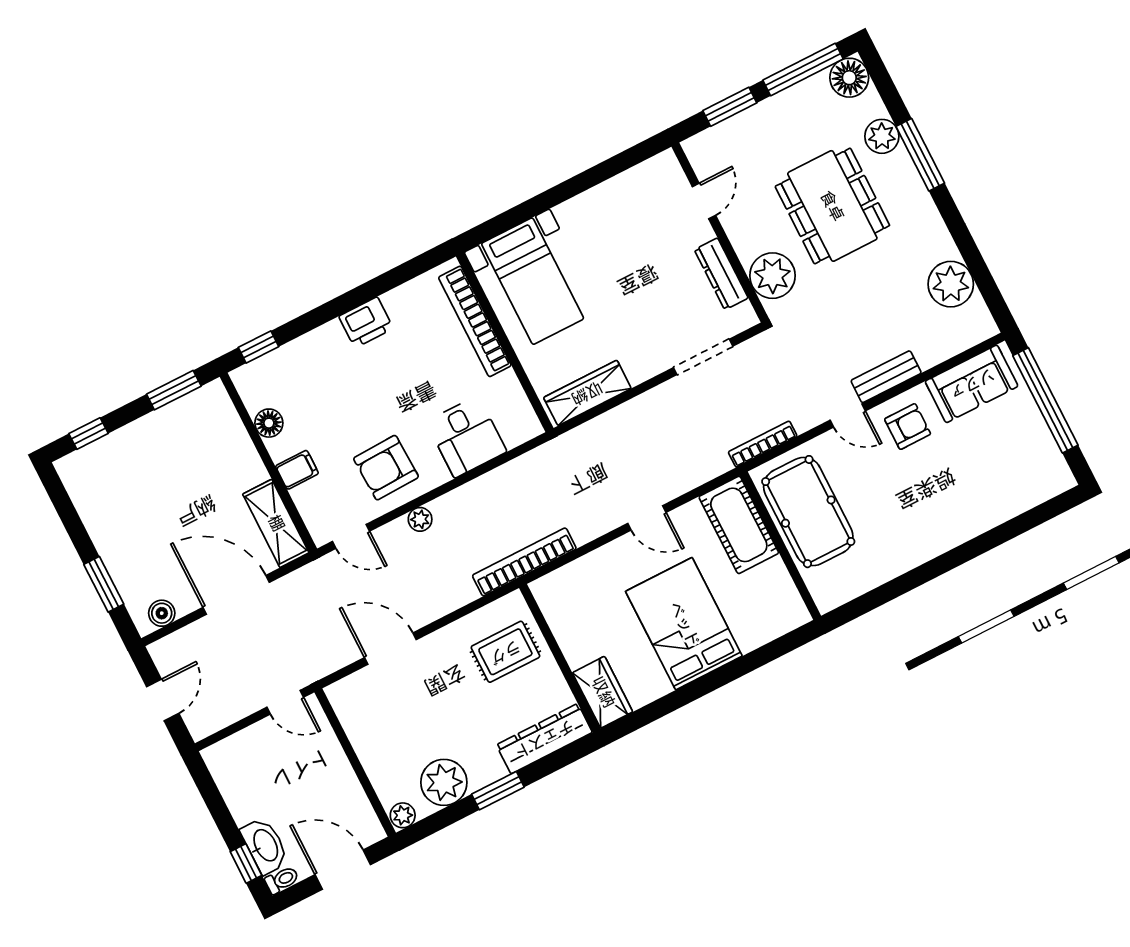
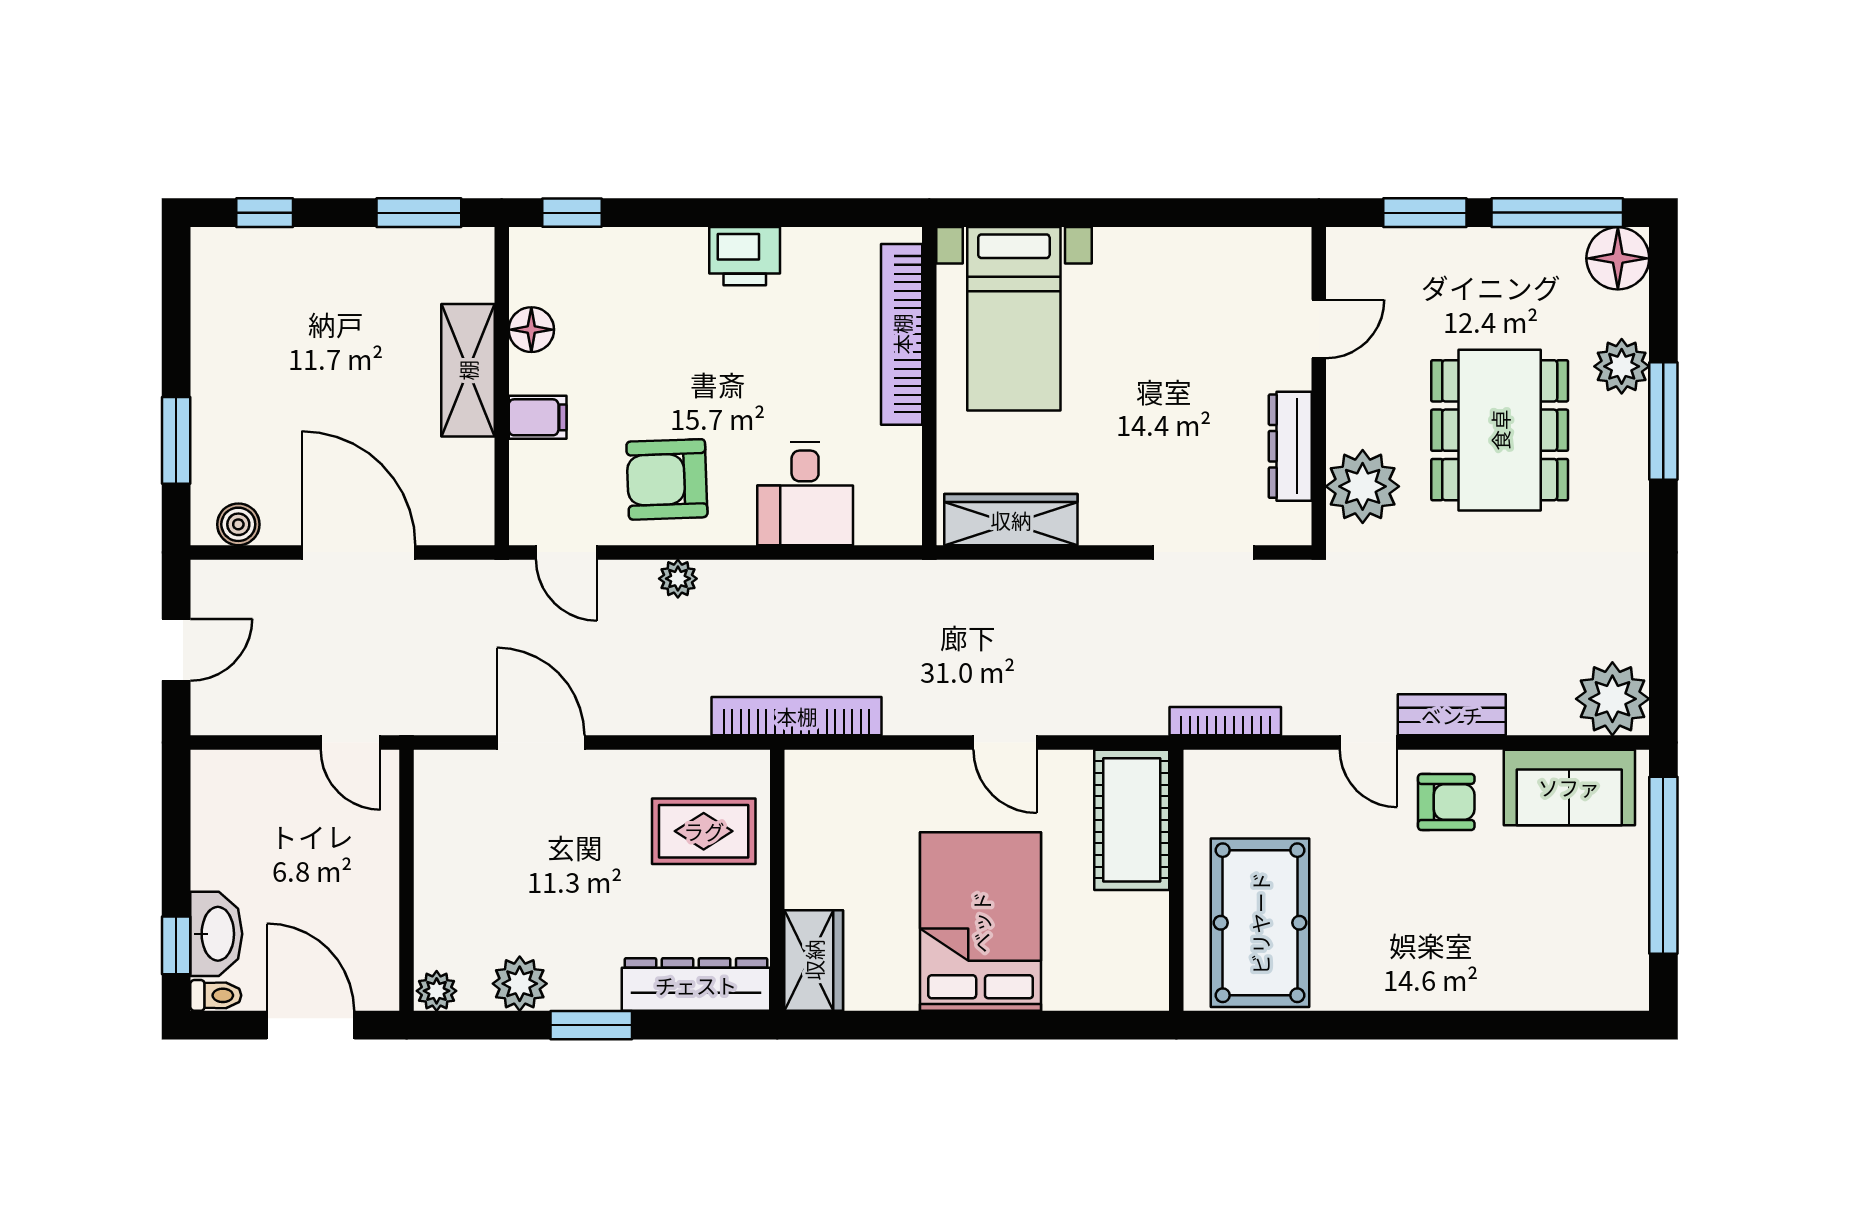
plant: (951, 284) -> (1612, 699), moved
pool table: (808, 512) -> (1260, 923), moved
shelving: (276, 523) -> (468, 370), moved
plant: (444, 782) -> (520, 984), width x0.73, depth x0.73

